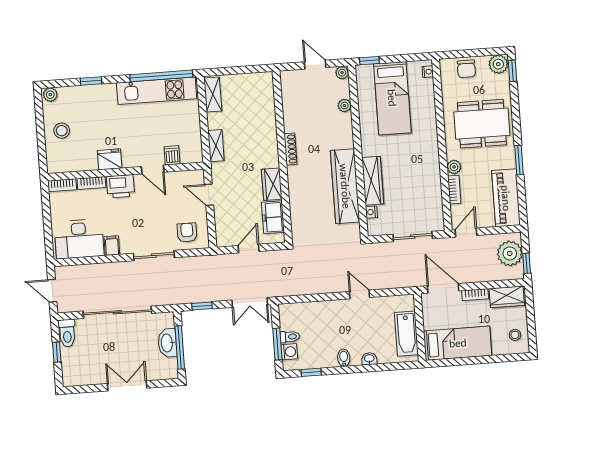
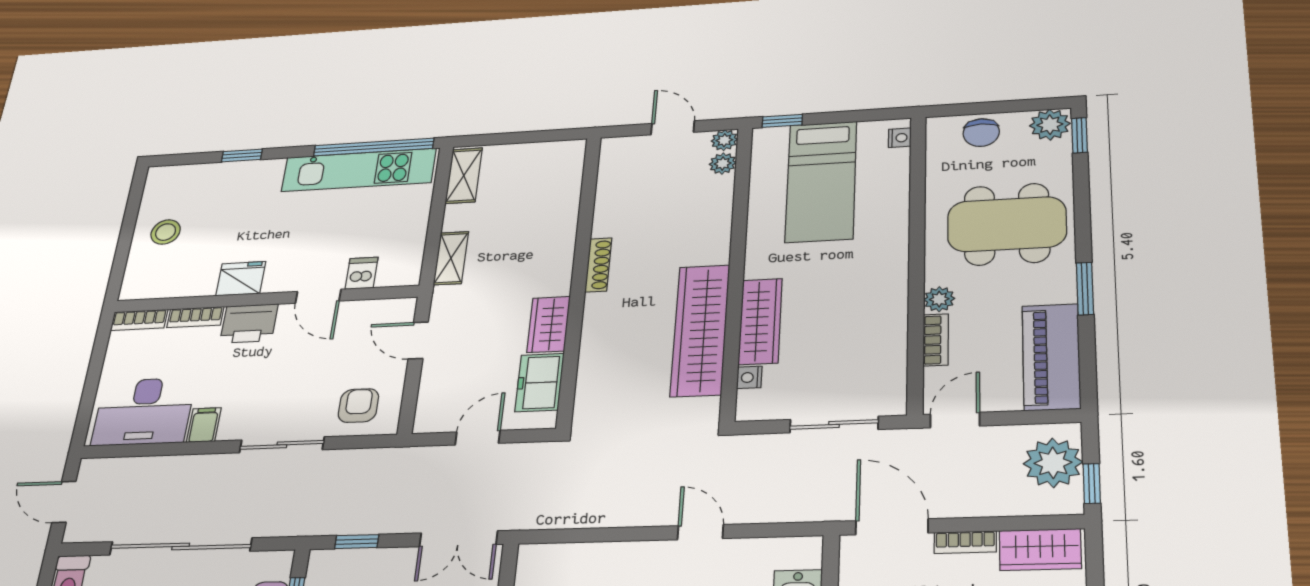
plant: (50, 95) -> (162, 176), removed
plant: (344, 106) -> (723, 164), moved

